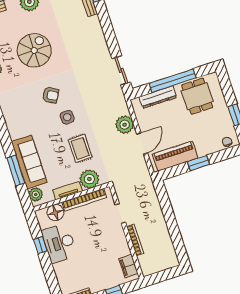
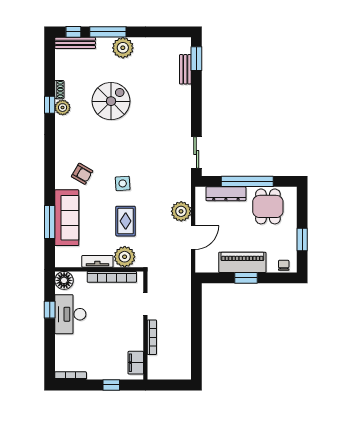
armchair: (51, 95) -> (82, 174), moved
piano: (175, 156) -> (242, 262), moved
plant: (36, 194) -> (62, 254), removed
floor lamp: (56, 213) -> (64, 280), moved

